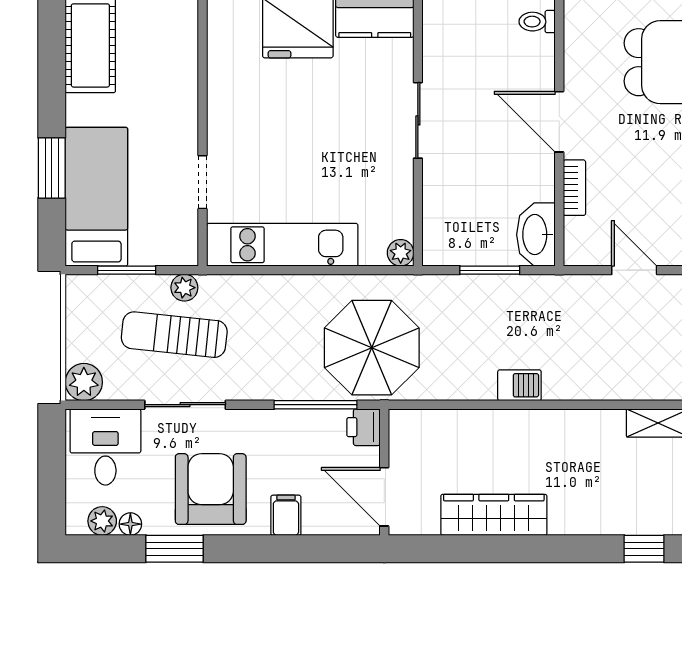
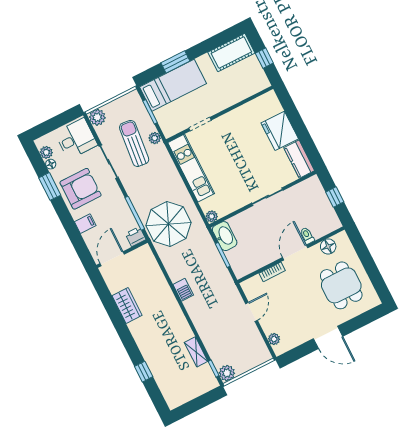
toilet: (537, 22) -> (307, 236), moved
floor lamp: (581, 49) -> (328, 246), added
washbasin: (536, 235) -> (225, 236), moved, turned 90
wardrobe: (494, 515) -> (127, 306), width x0.67

